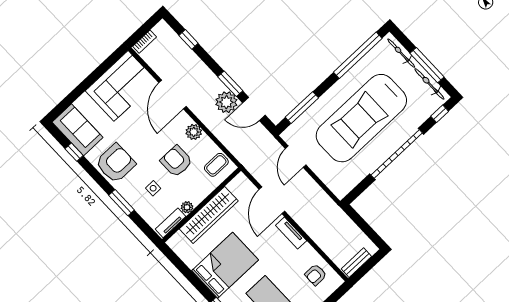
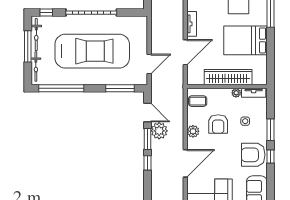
window: (189, 39) -> (147, 163), moved
window: (74, 152) -> (270, 156), moved

